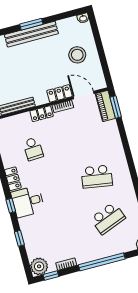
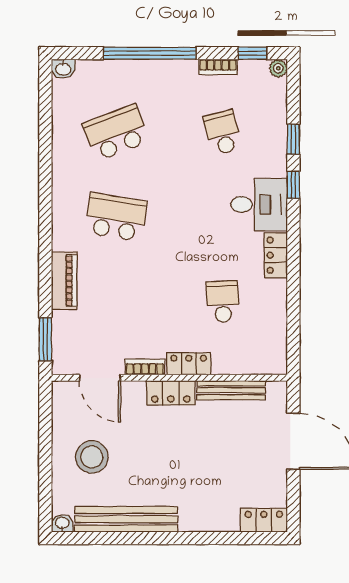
window: (31, 24) -> (163, 538), removed
bench: (31, 34) -> (126, 519), moved
locker: (60, 93) -> (171, 393), moved
piano: (105, 106) -> (64, 281), moved
window: (11, 206) -> (293, 185), moved
school desk: (55, 232) -> (223, 133), added
plant: (39, 266) -> (278, 68), width x0.53, depth x0.53

